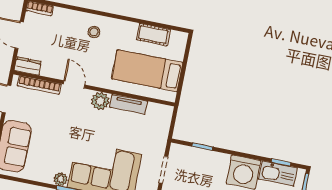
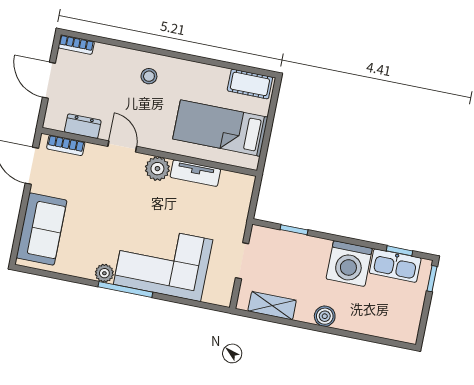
cot: (153, 35) -> (250, 84), moved
dresser: (28, 66) -> (83, 126), moved
bookcase: (39, 85) -> (66, 145), width x0.64

